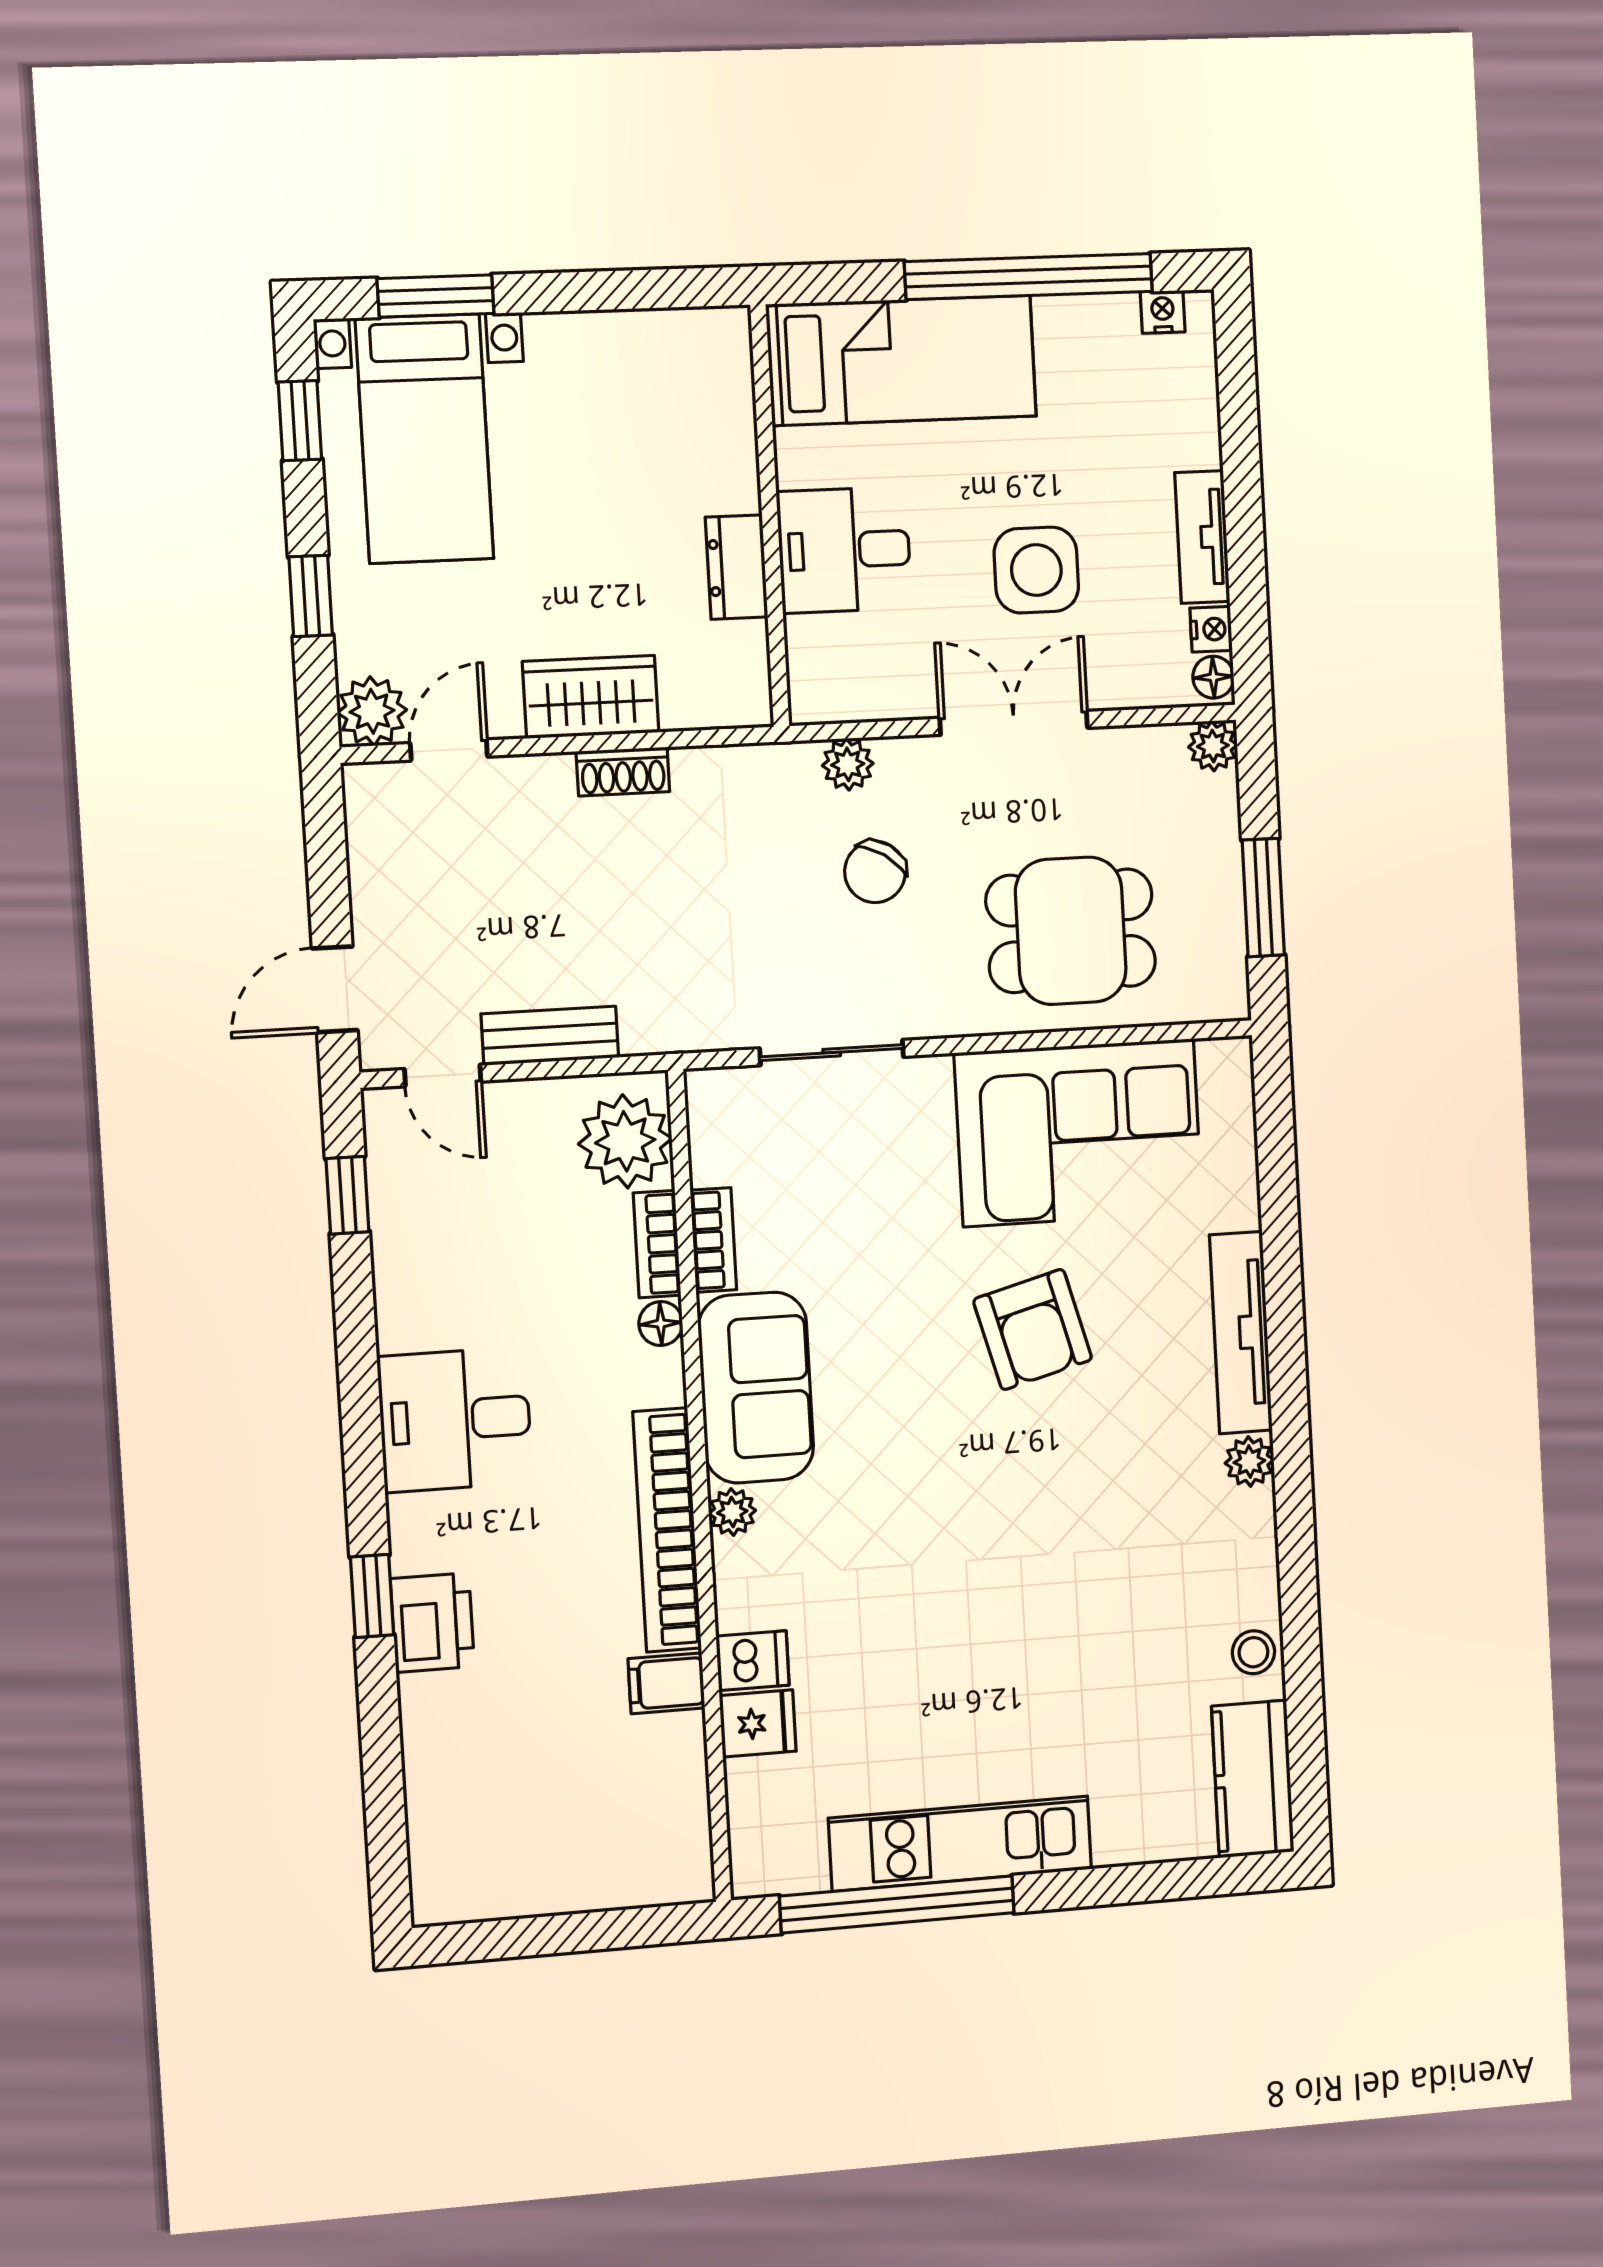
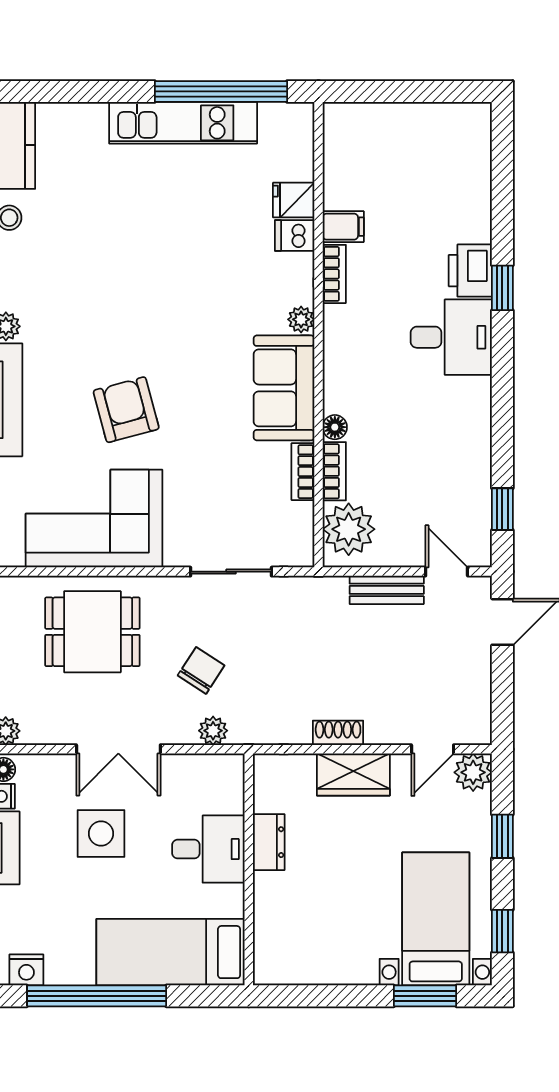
nightstand: (1163, 312) -> (26, 970), width x1.39, depth x1.35
desk: (455, 1420) -> (451, 337), moved
bookcase: (667, 1530) -> (334, 274), width x0.43, depth x0.76

